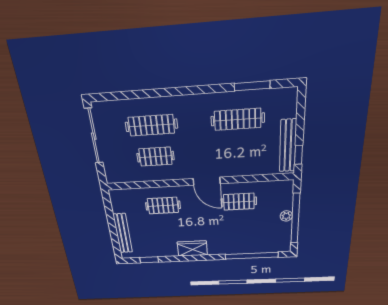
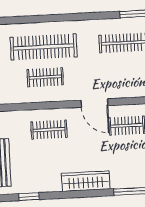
clothes rail: (151, 125) -> (44, 47), width x1.37, depth x1.31
wardrobe: (192, 248) -> (86, 181), width x1.50

